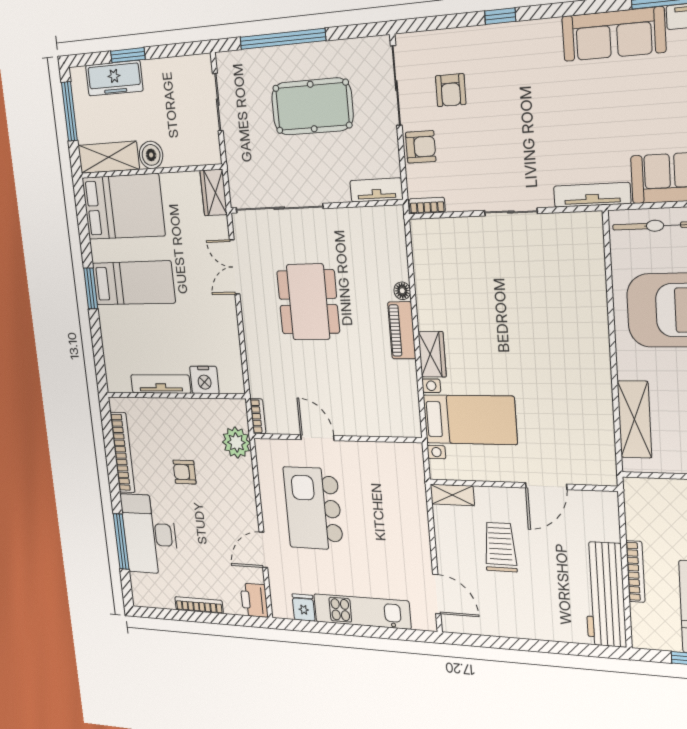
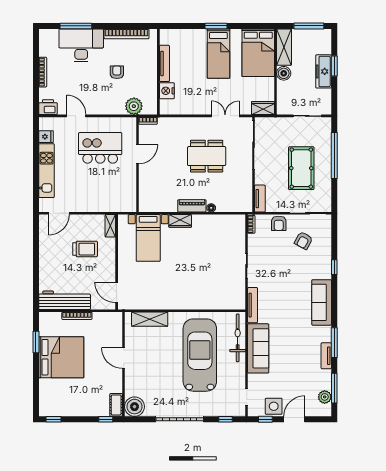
sofa: (614, 34) -> (322, 302), moved
freezer: (114, 78) -> (324, 71), moved
armchair: (451, 90) -> (304, 241), turned -61
door: (546, 486) -> (117, 292), moved

